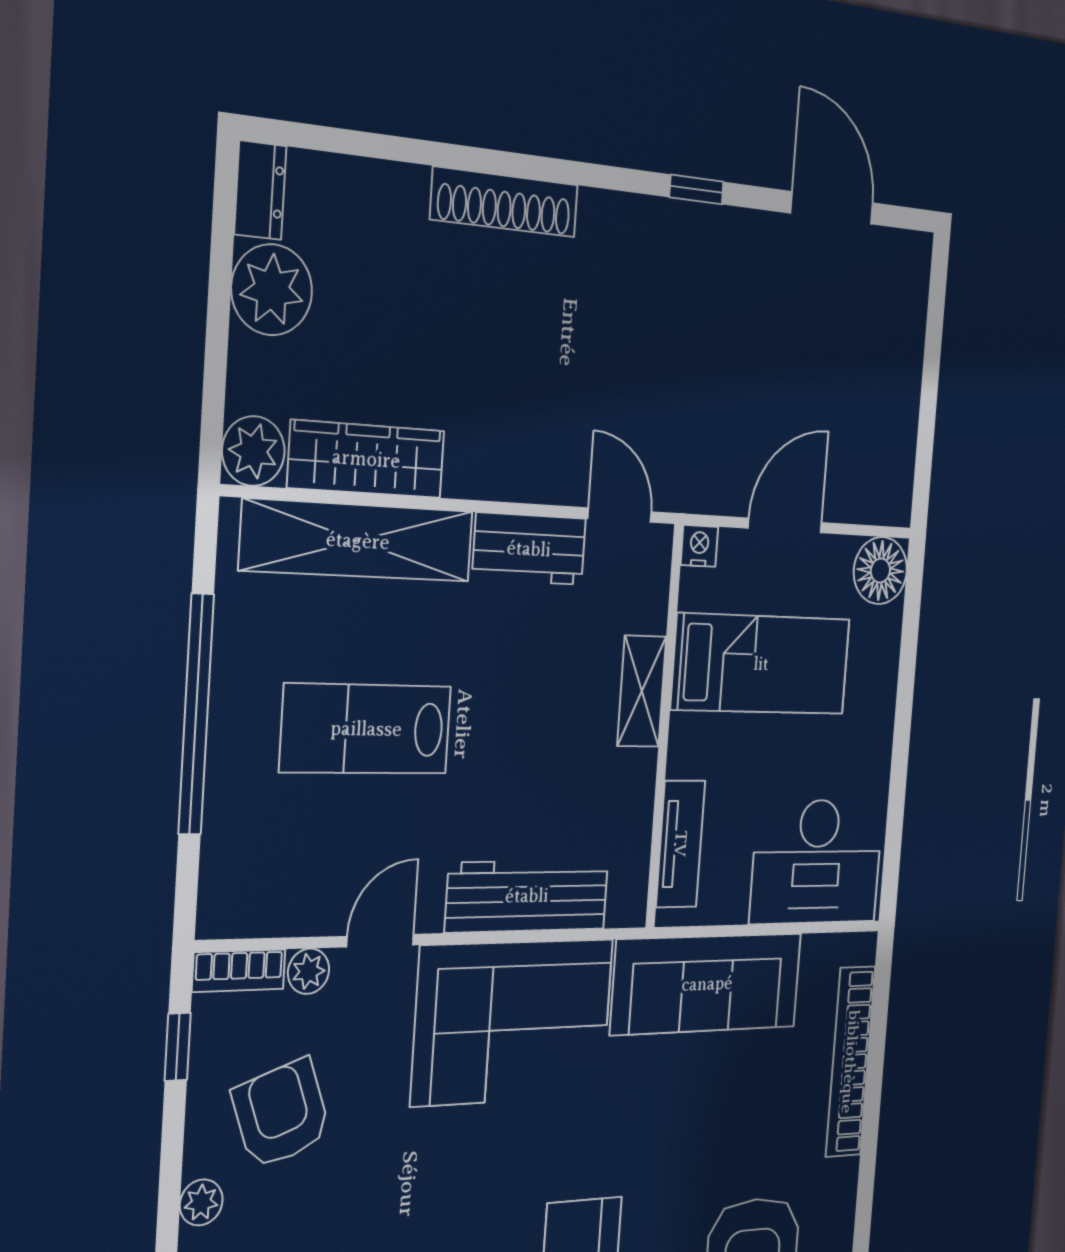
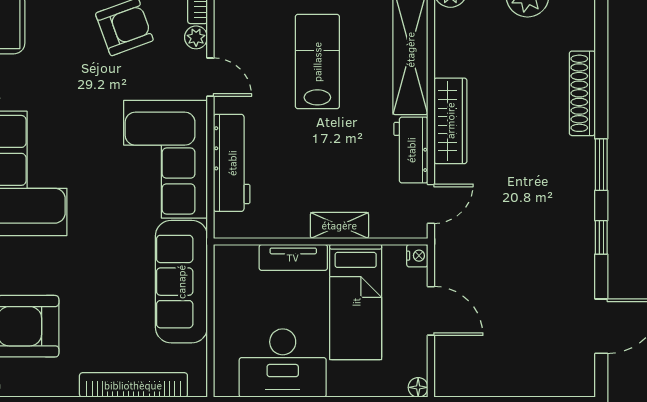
window: (579, 173) -> (601, 165), added
shoe rack: (505, 202) -> (582, 93), moved
wardrobe: (366, 459) -> (450, 121), moved
floor lamp: (880, 570) -> (418, 387), width x0.53, depth x0.53
tv unit: (680, 844) -> (293, 257), moved
desk: (817, 862) -> (283, 363), moved, turned -90

